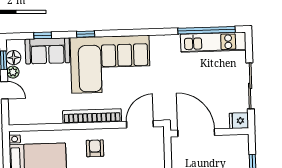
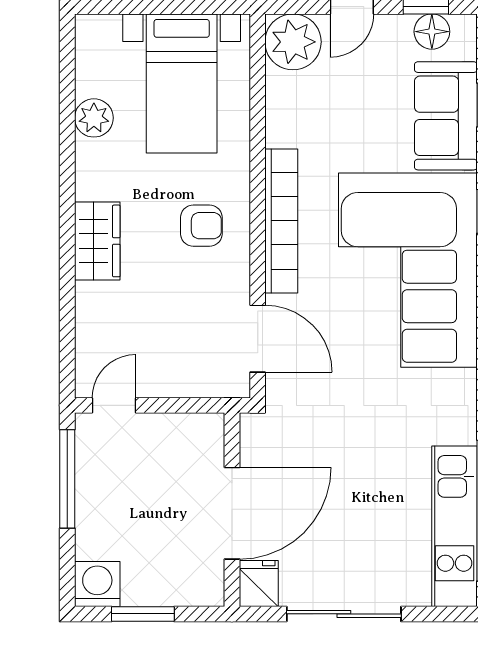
plant: (13, 72) -> (293, 42), moved, width x1.87, depth x1.87
door: (196, 133) -> (232, 513), moved

